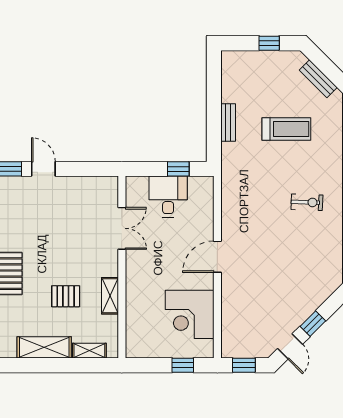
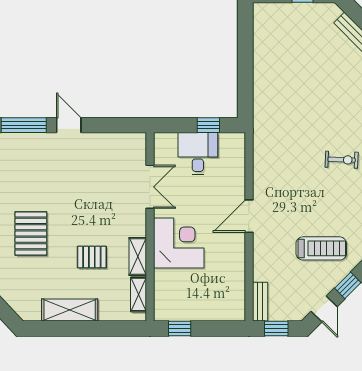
bench: (228, 123) -> (260, 302), moved
treadmill: (286, 129) -> (321, 248), moved
corner desk: (190, 314) -> (179, 243), moved, turned 180
shelving: (89, 351) -> (138, 294), moved, turned 90
window: (183, 365) -> (180, 329), moved

